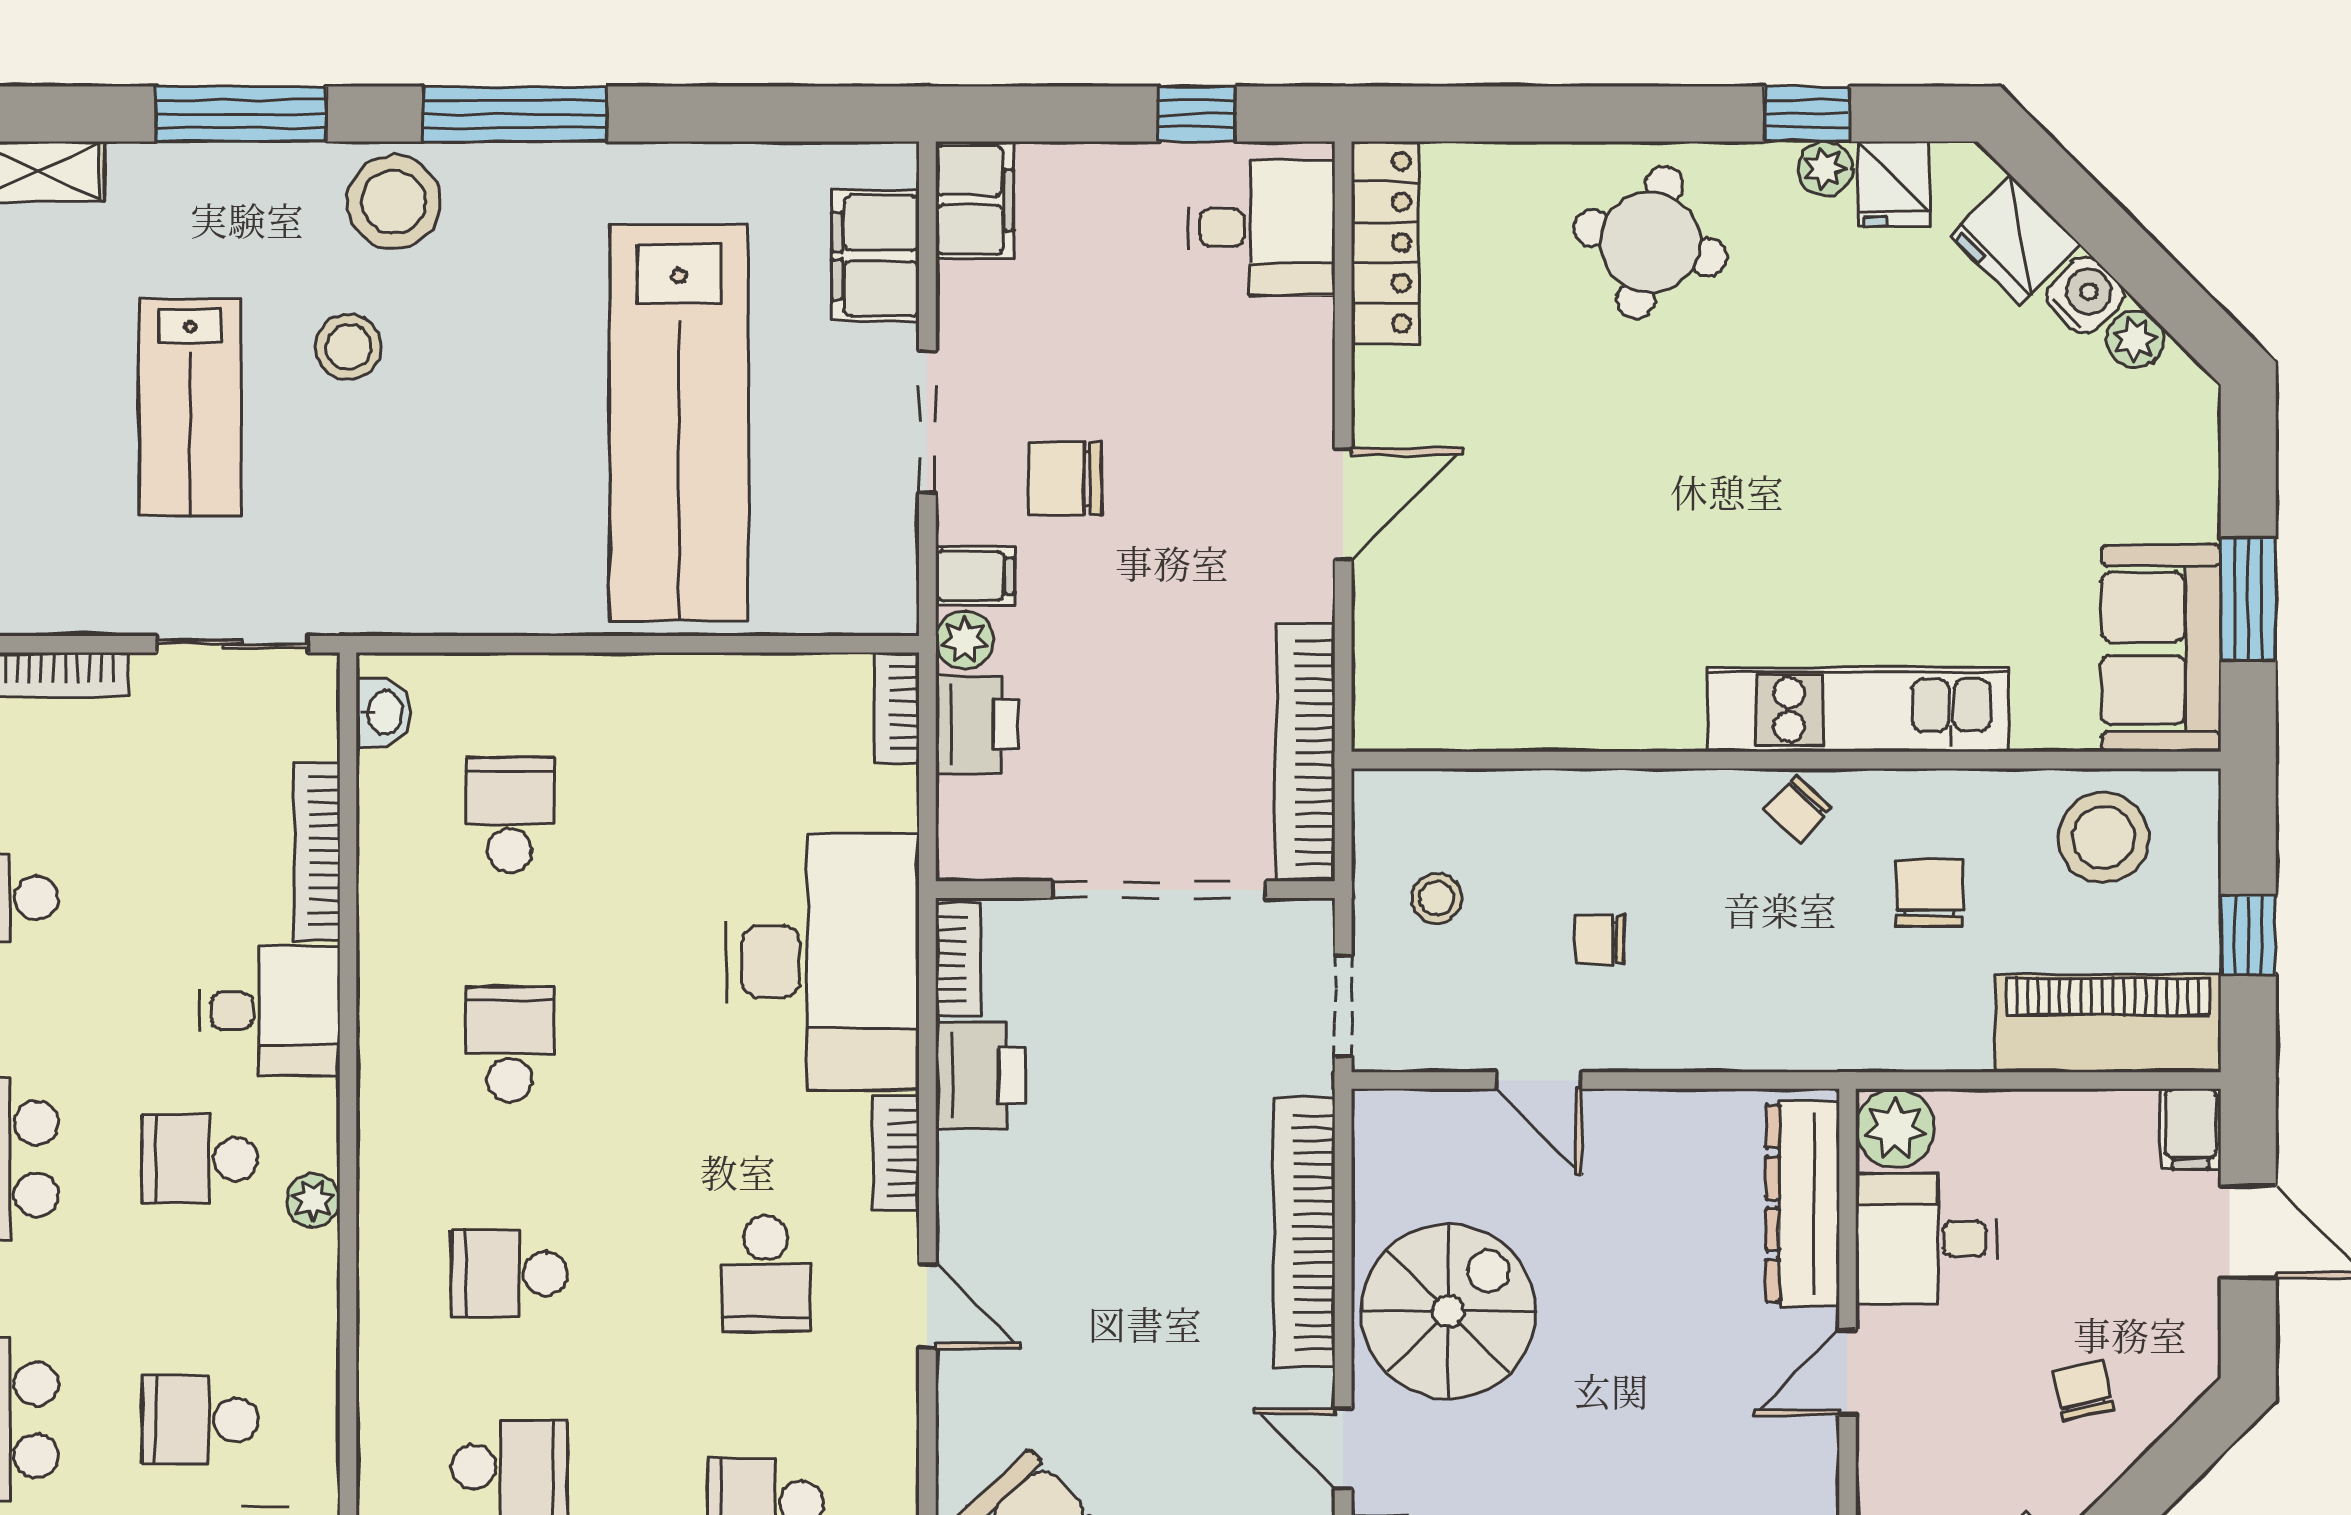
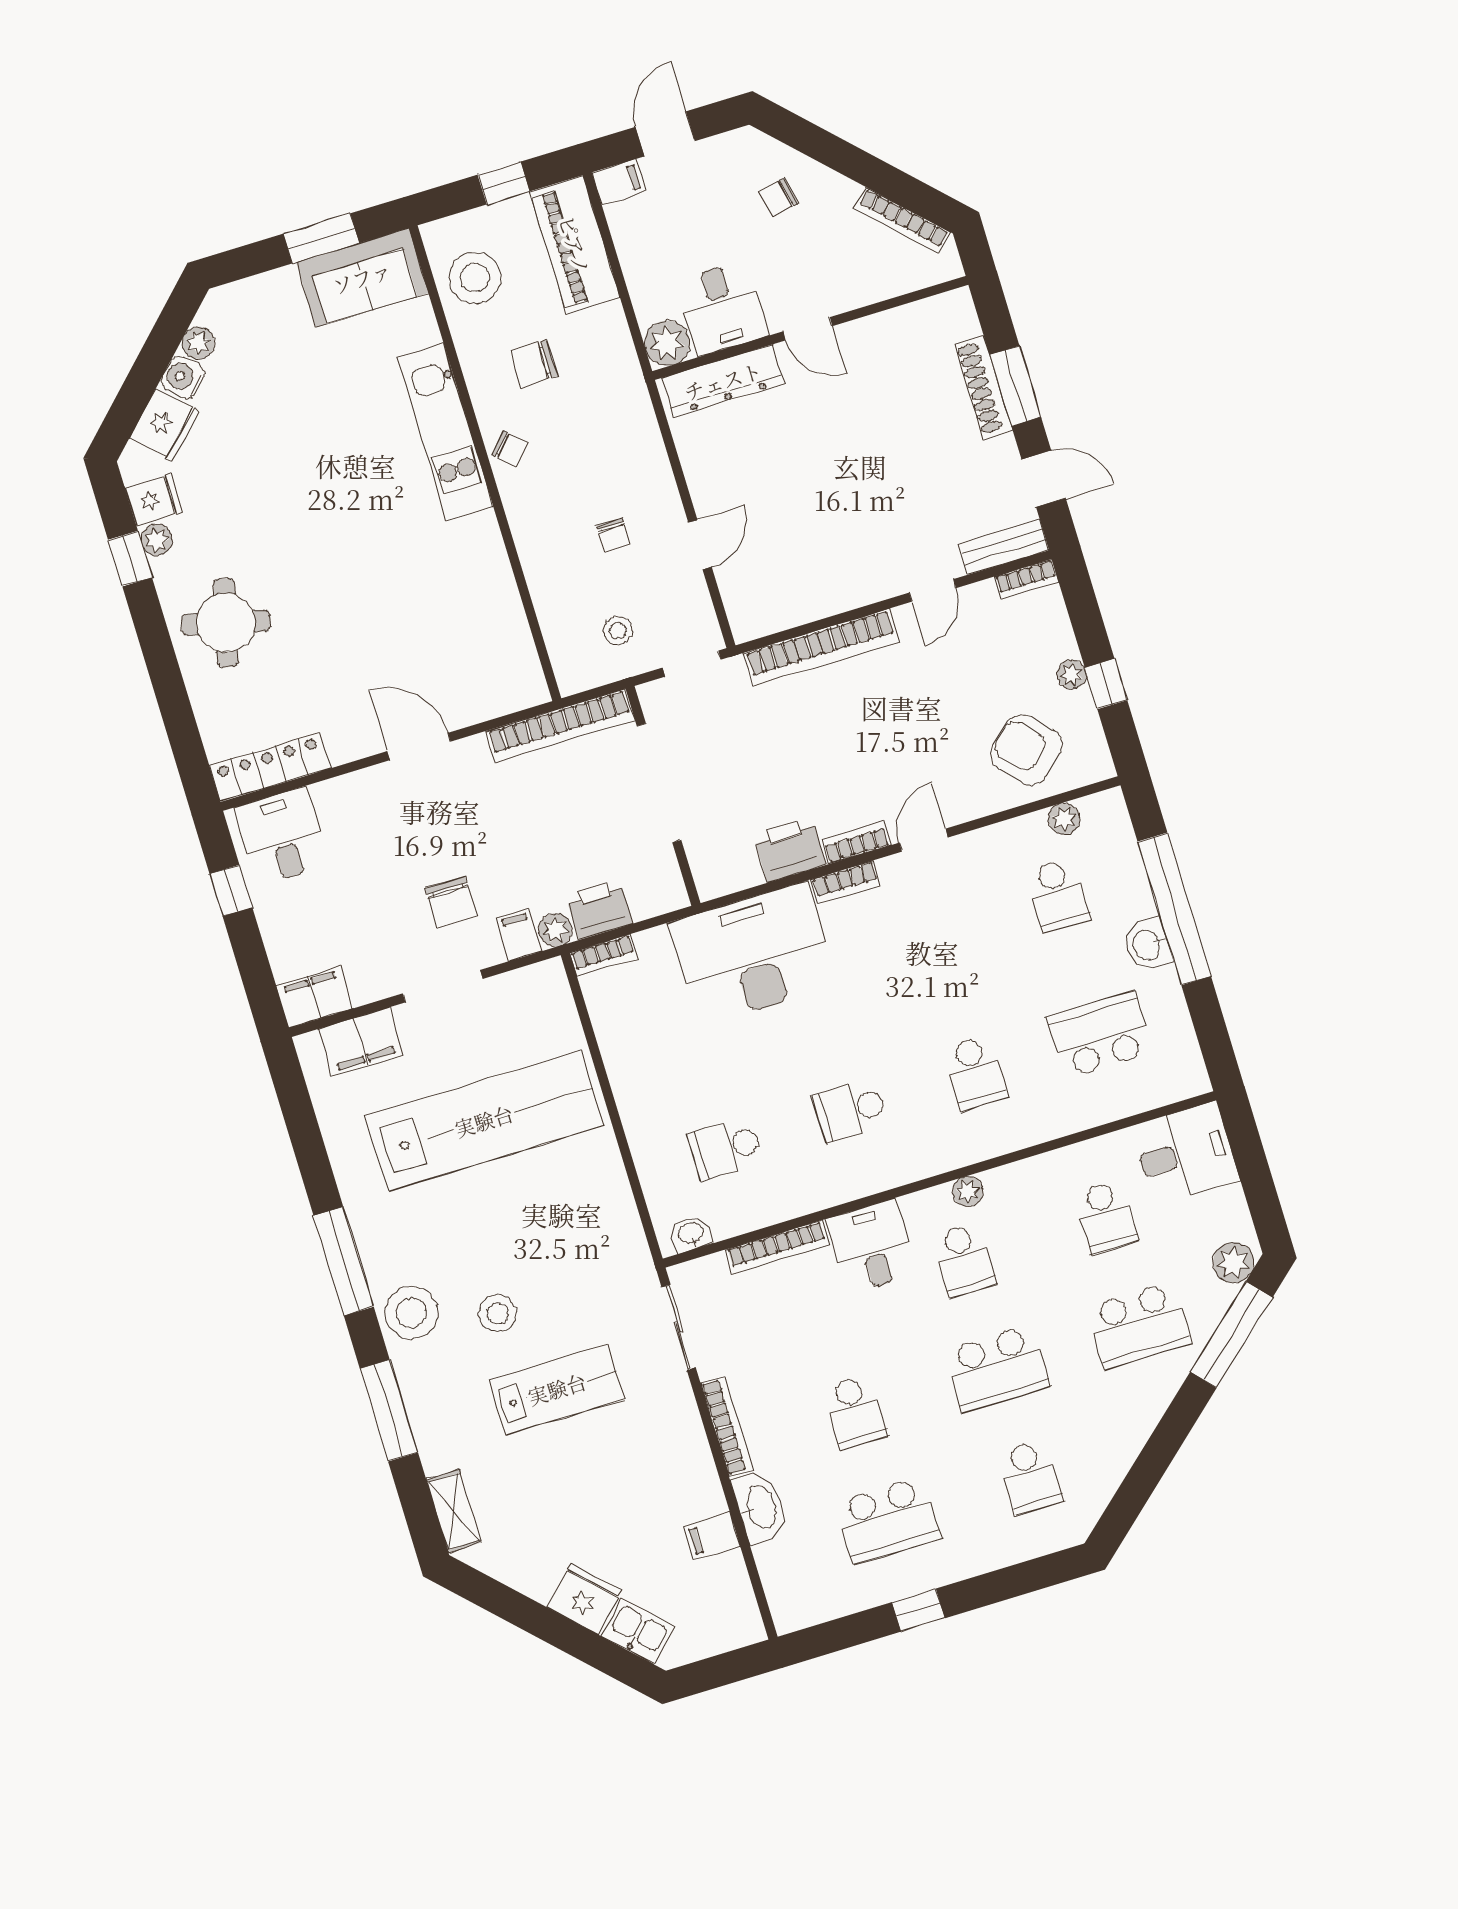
bookcase: (958, 959) -> (856, 842), moved
school desk: (766, 1274) -> (933, 933), removed
spiral stairs: (1448, 1311) -> (841, 556), removed

